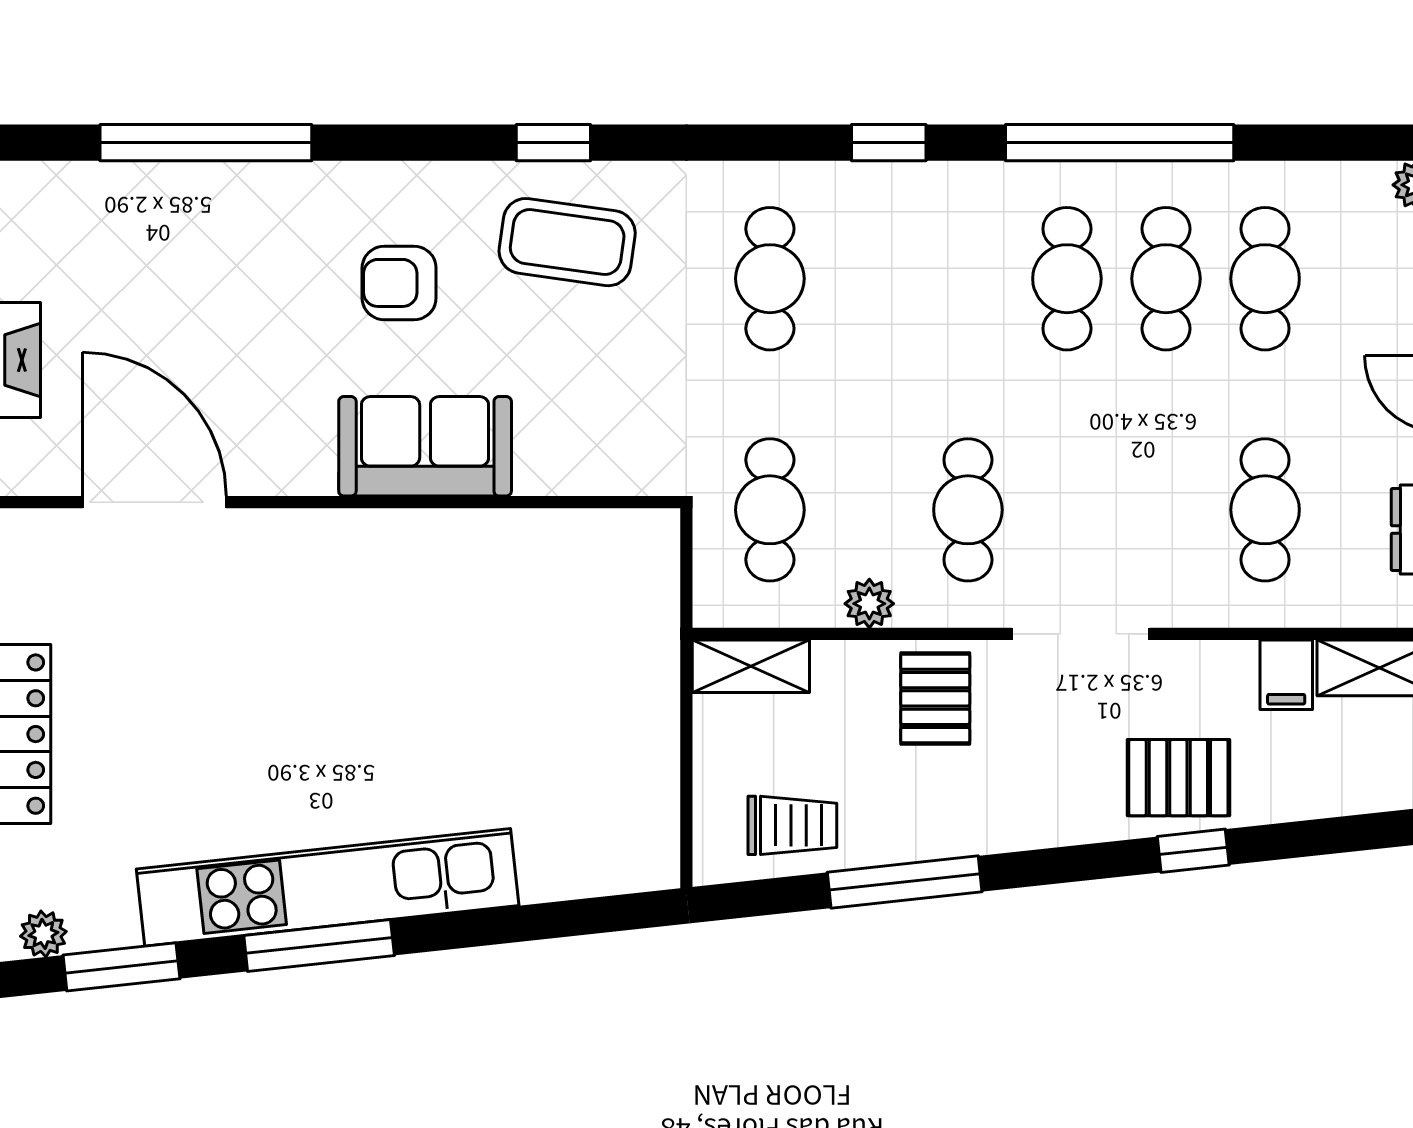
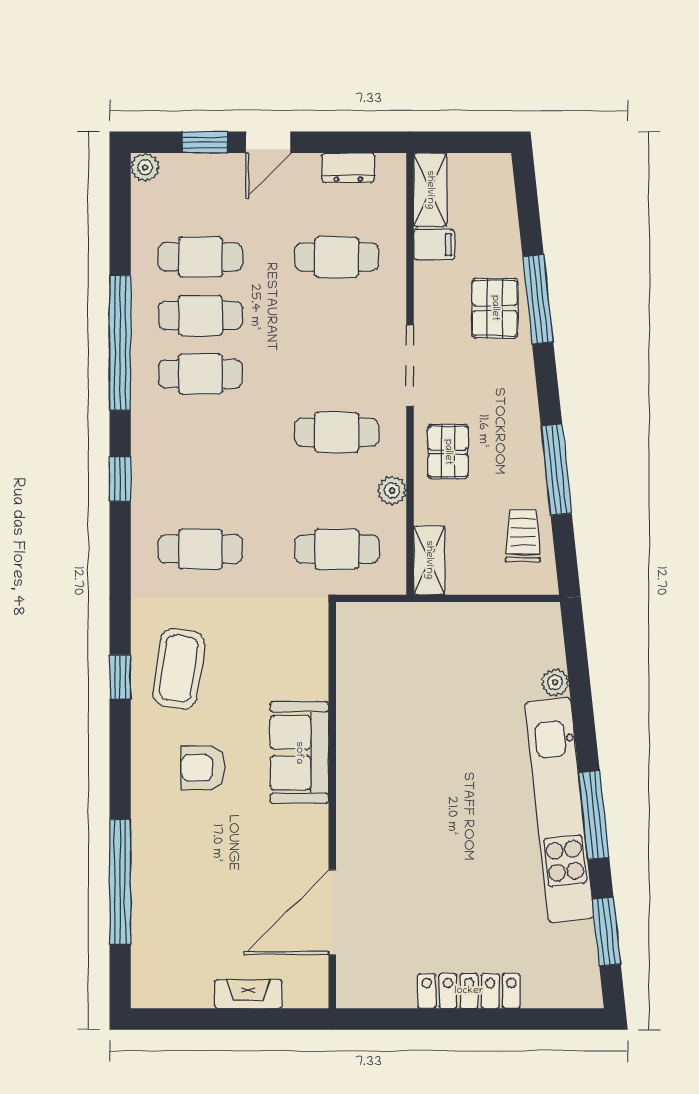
armchair: (399, 283) -> (203, 768), turned 90
pallet: (935, 698) -> (448, 452), turned 90
window: (1193, 851) -> (538, 299), width x2.17
plant: (43, 934) -> (555, 682), moved

